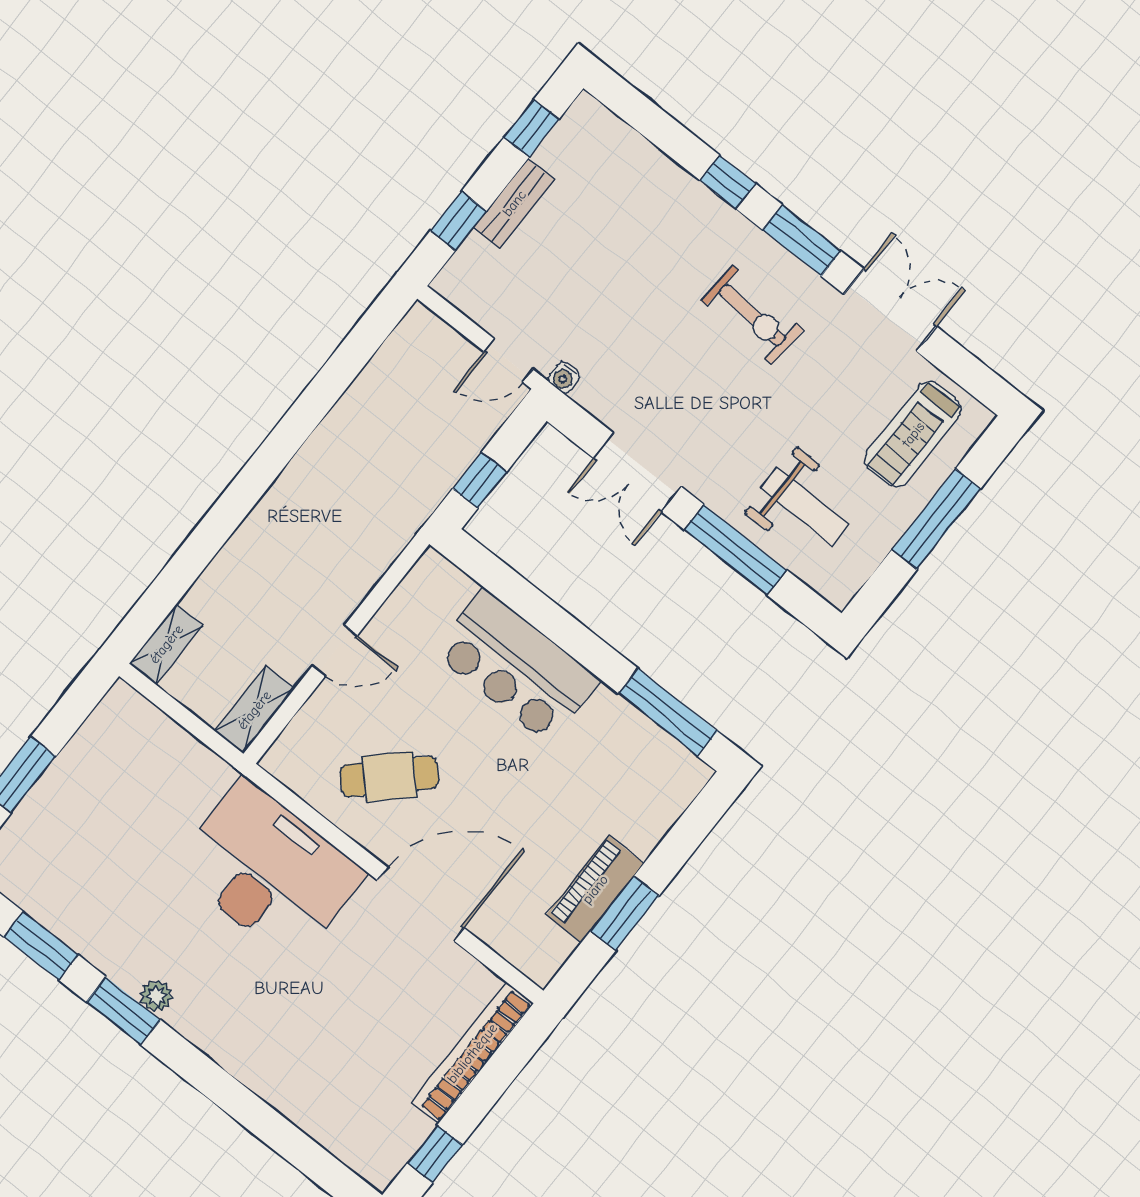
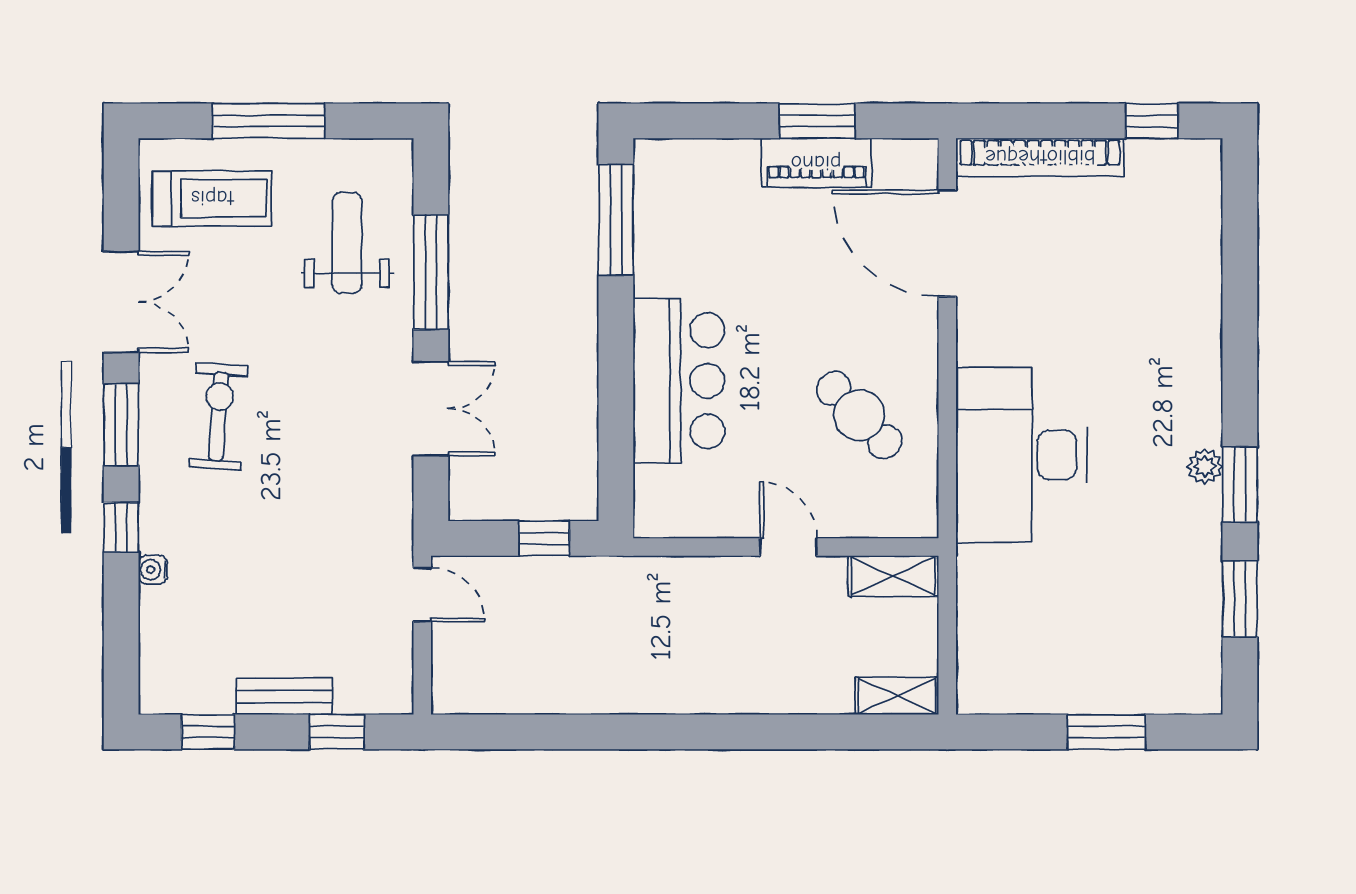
double door: (890, 310) -> (121, 302), swing flipped
water cooler: (564, 377) -> (153, 570), moved, turned 180
door: (421, 904) -> (947, 243), moved

